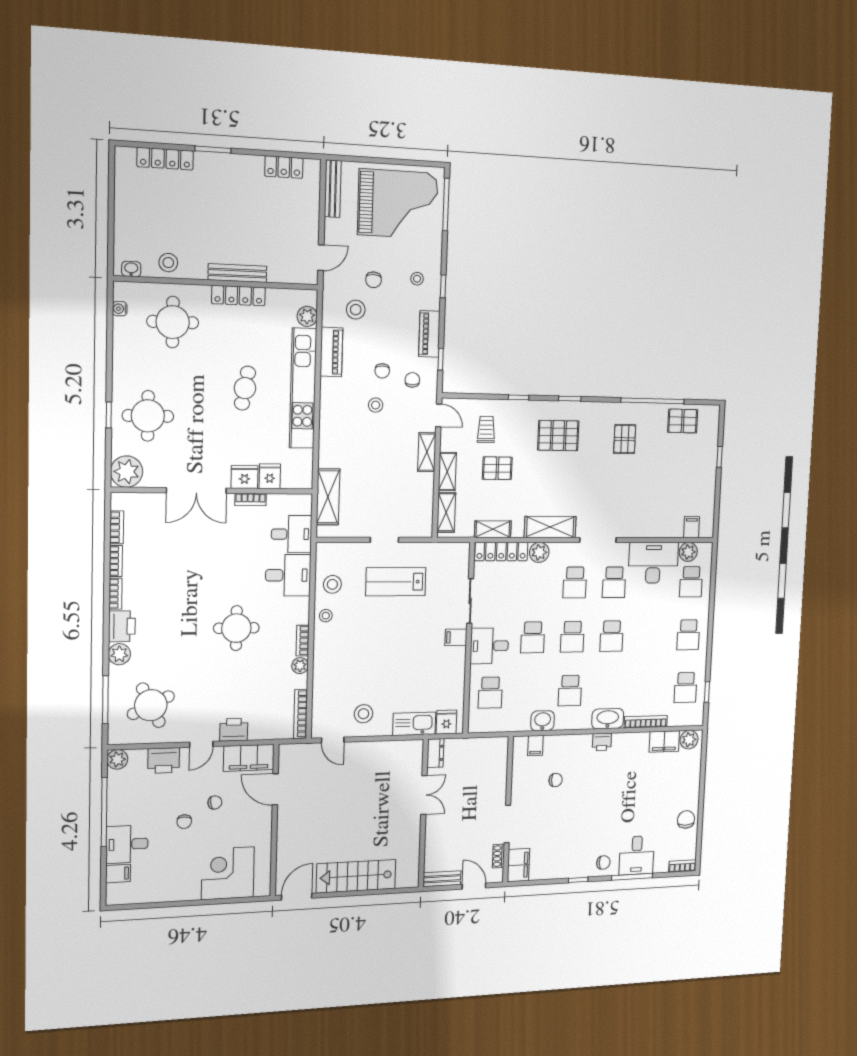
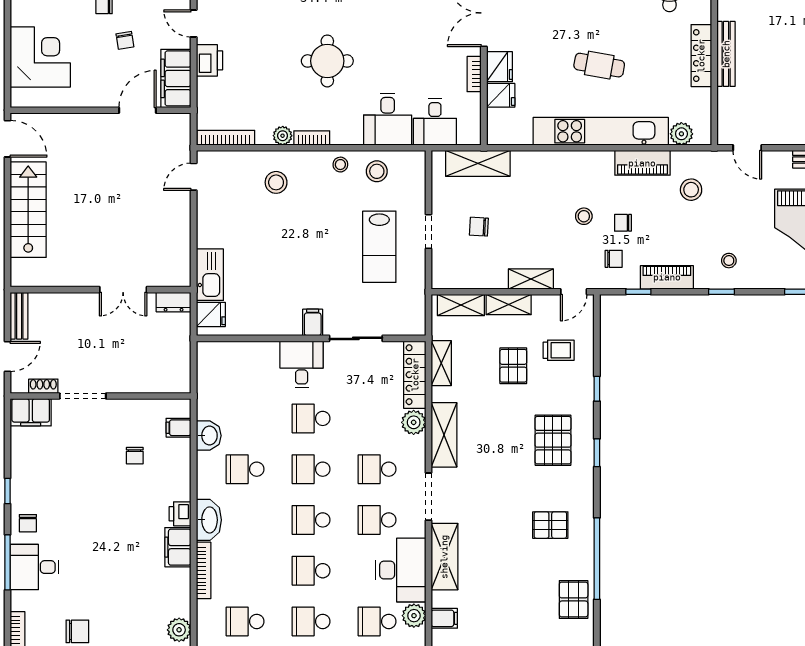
chair: (374, 280) -> (479, 227), moved
shelving: (645, 527) -> (444, 557), added
lab bench: (396, 582) -> (379, 247), turned 180
school desk: (490, 693) -> (311, 571), moved
stool: (363, 714) -> (276, 182), moved
filing cabinet: (664, 741) -> (178, 547), moved

